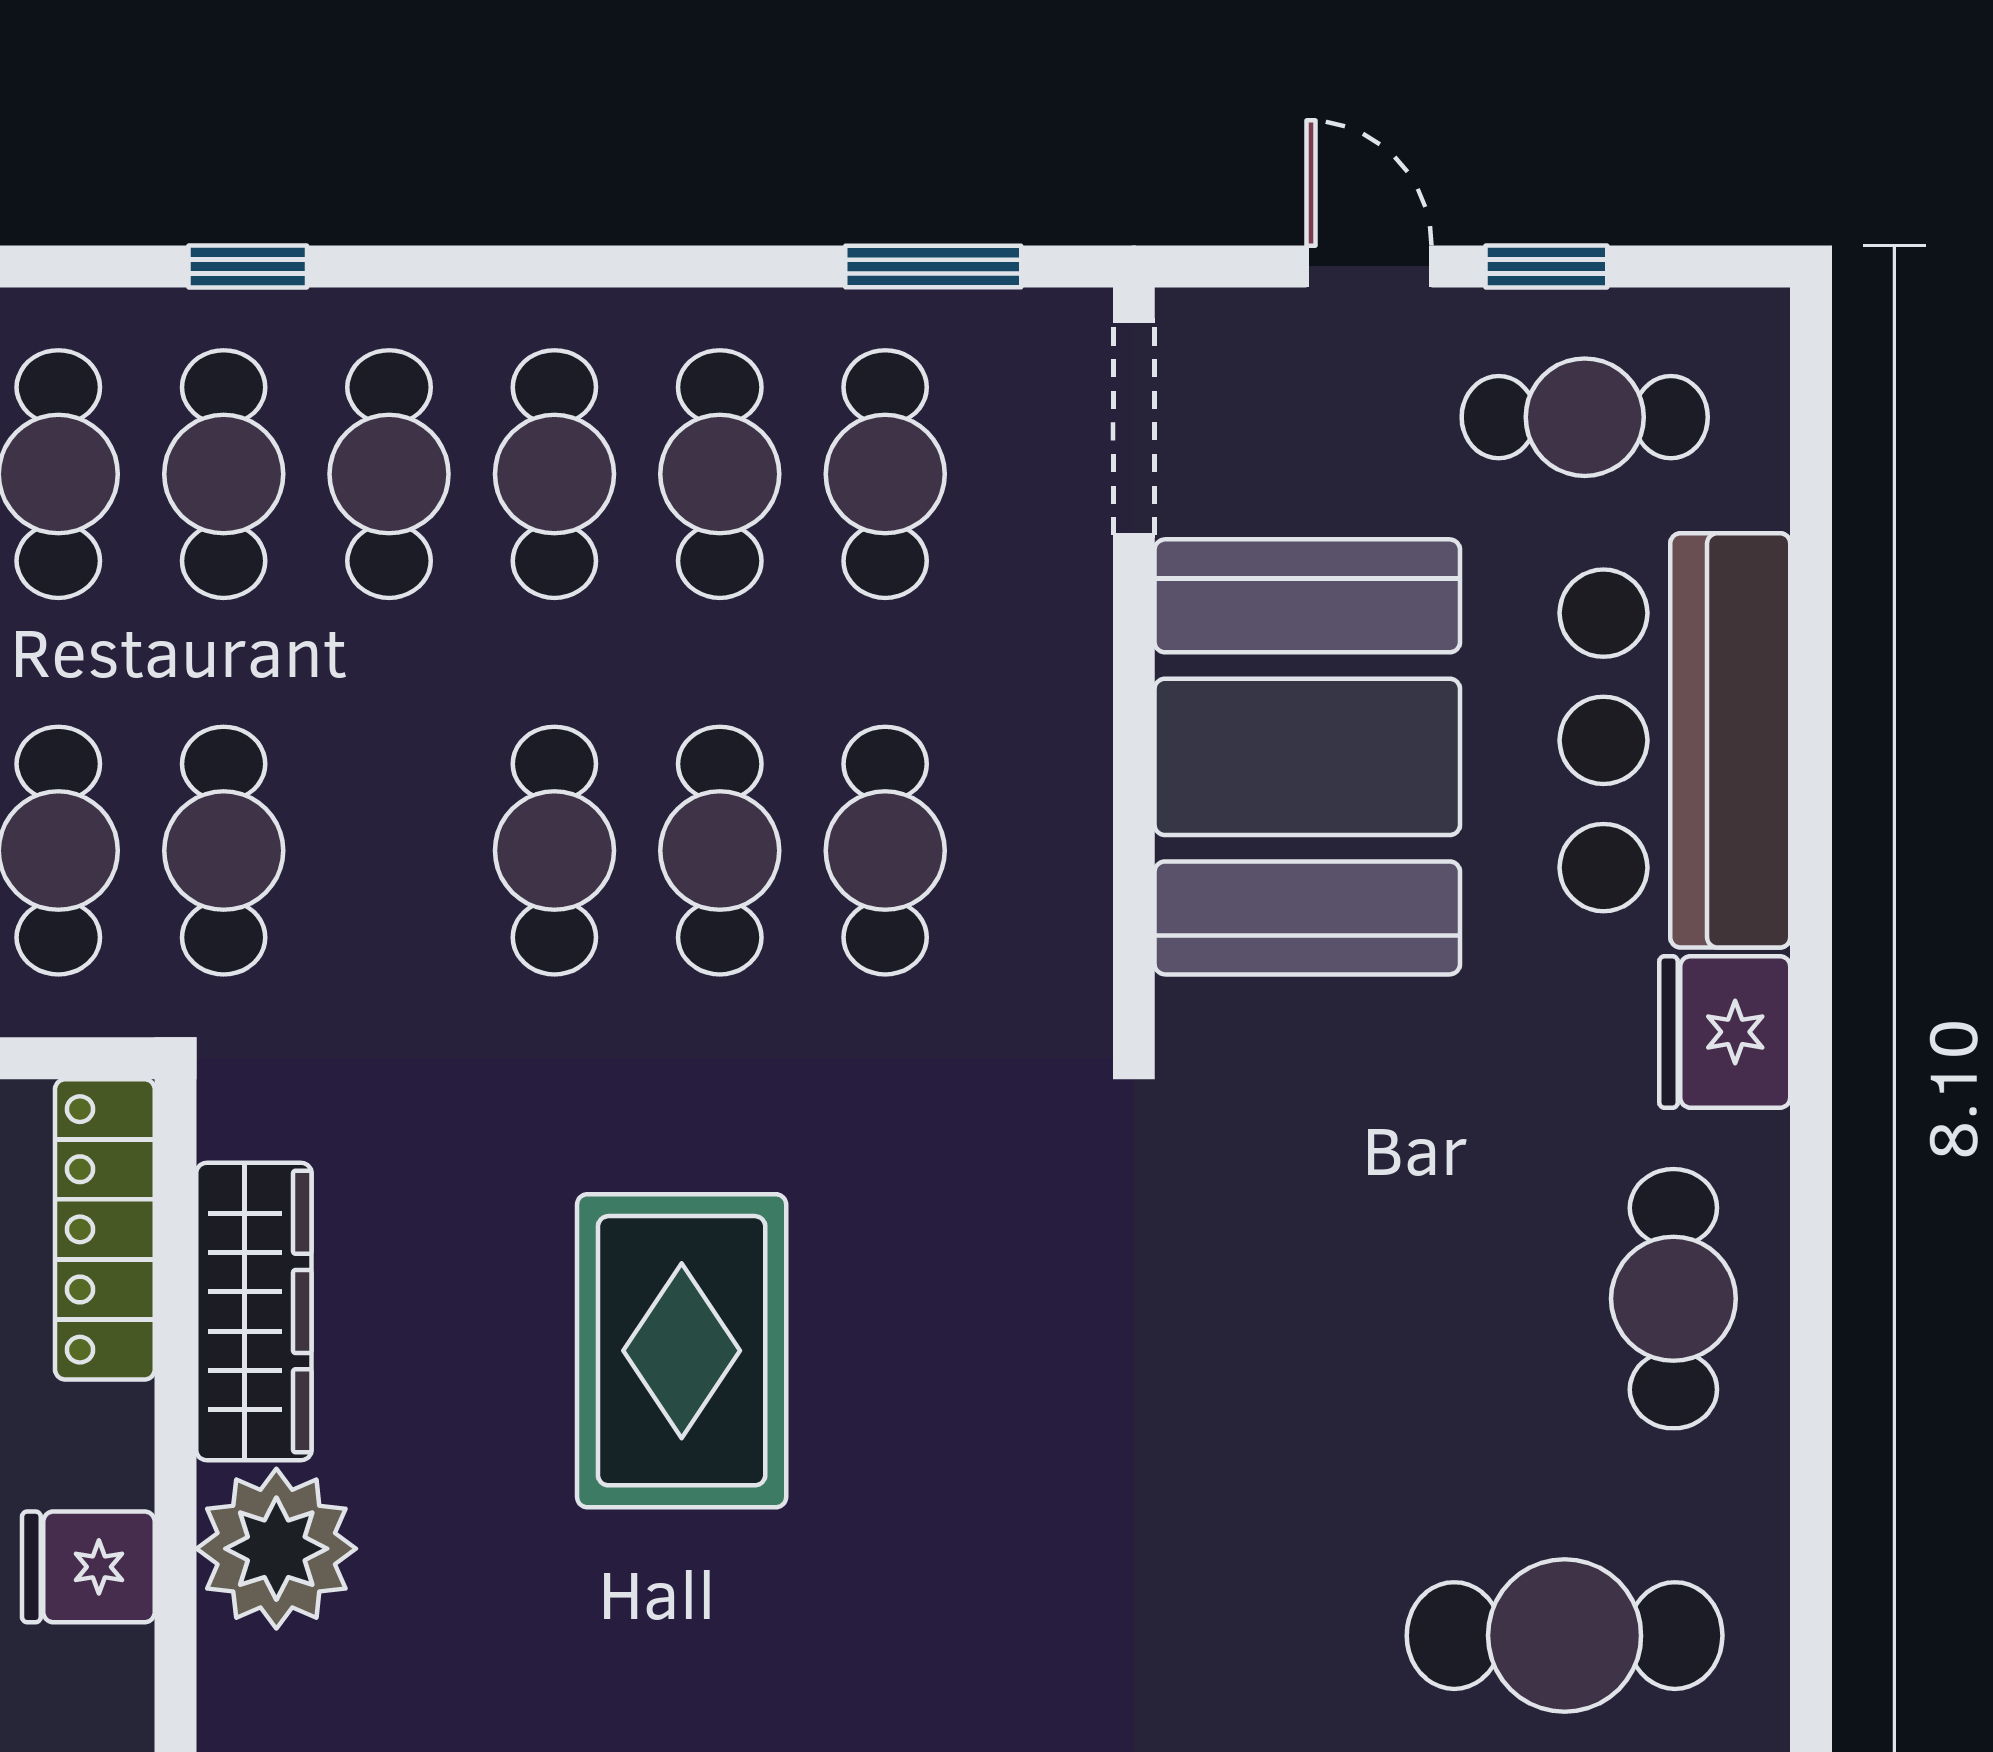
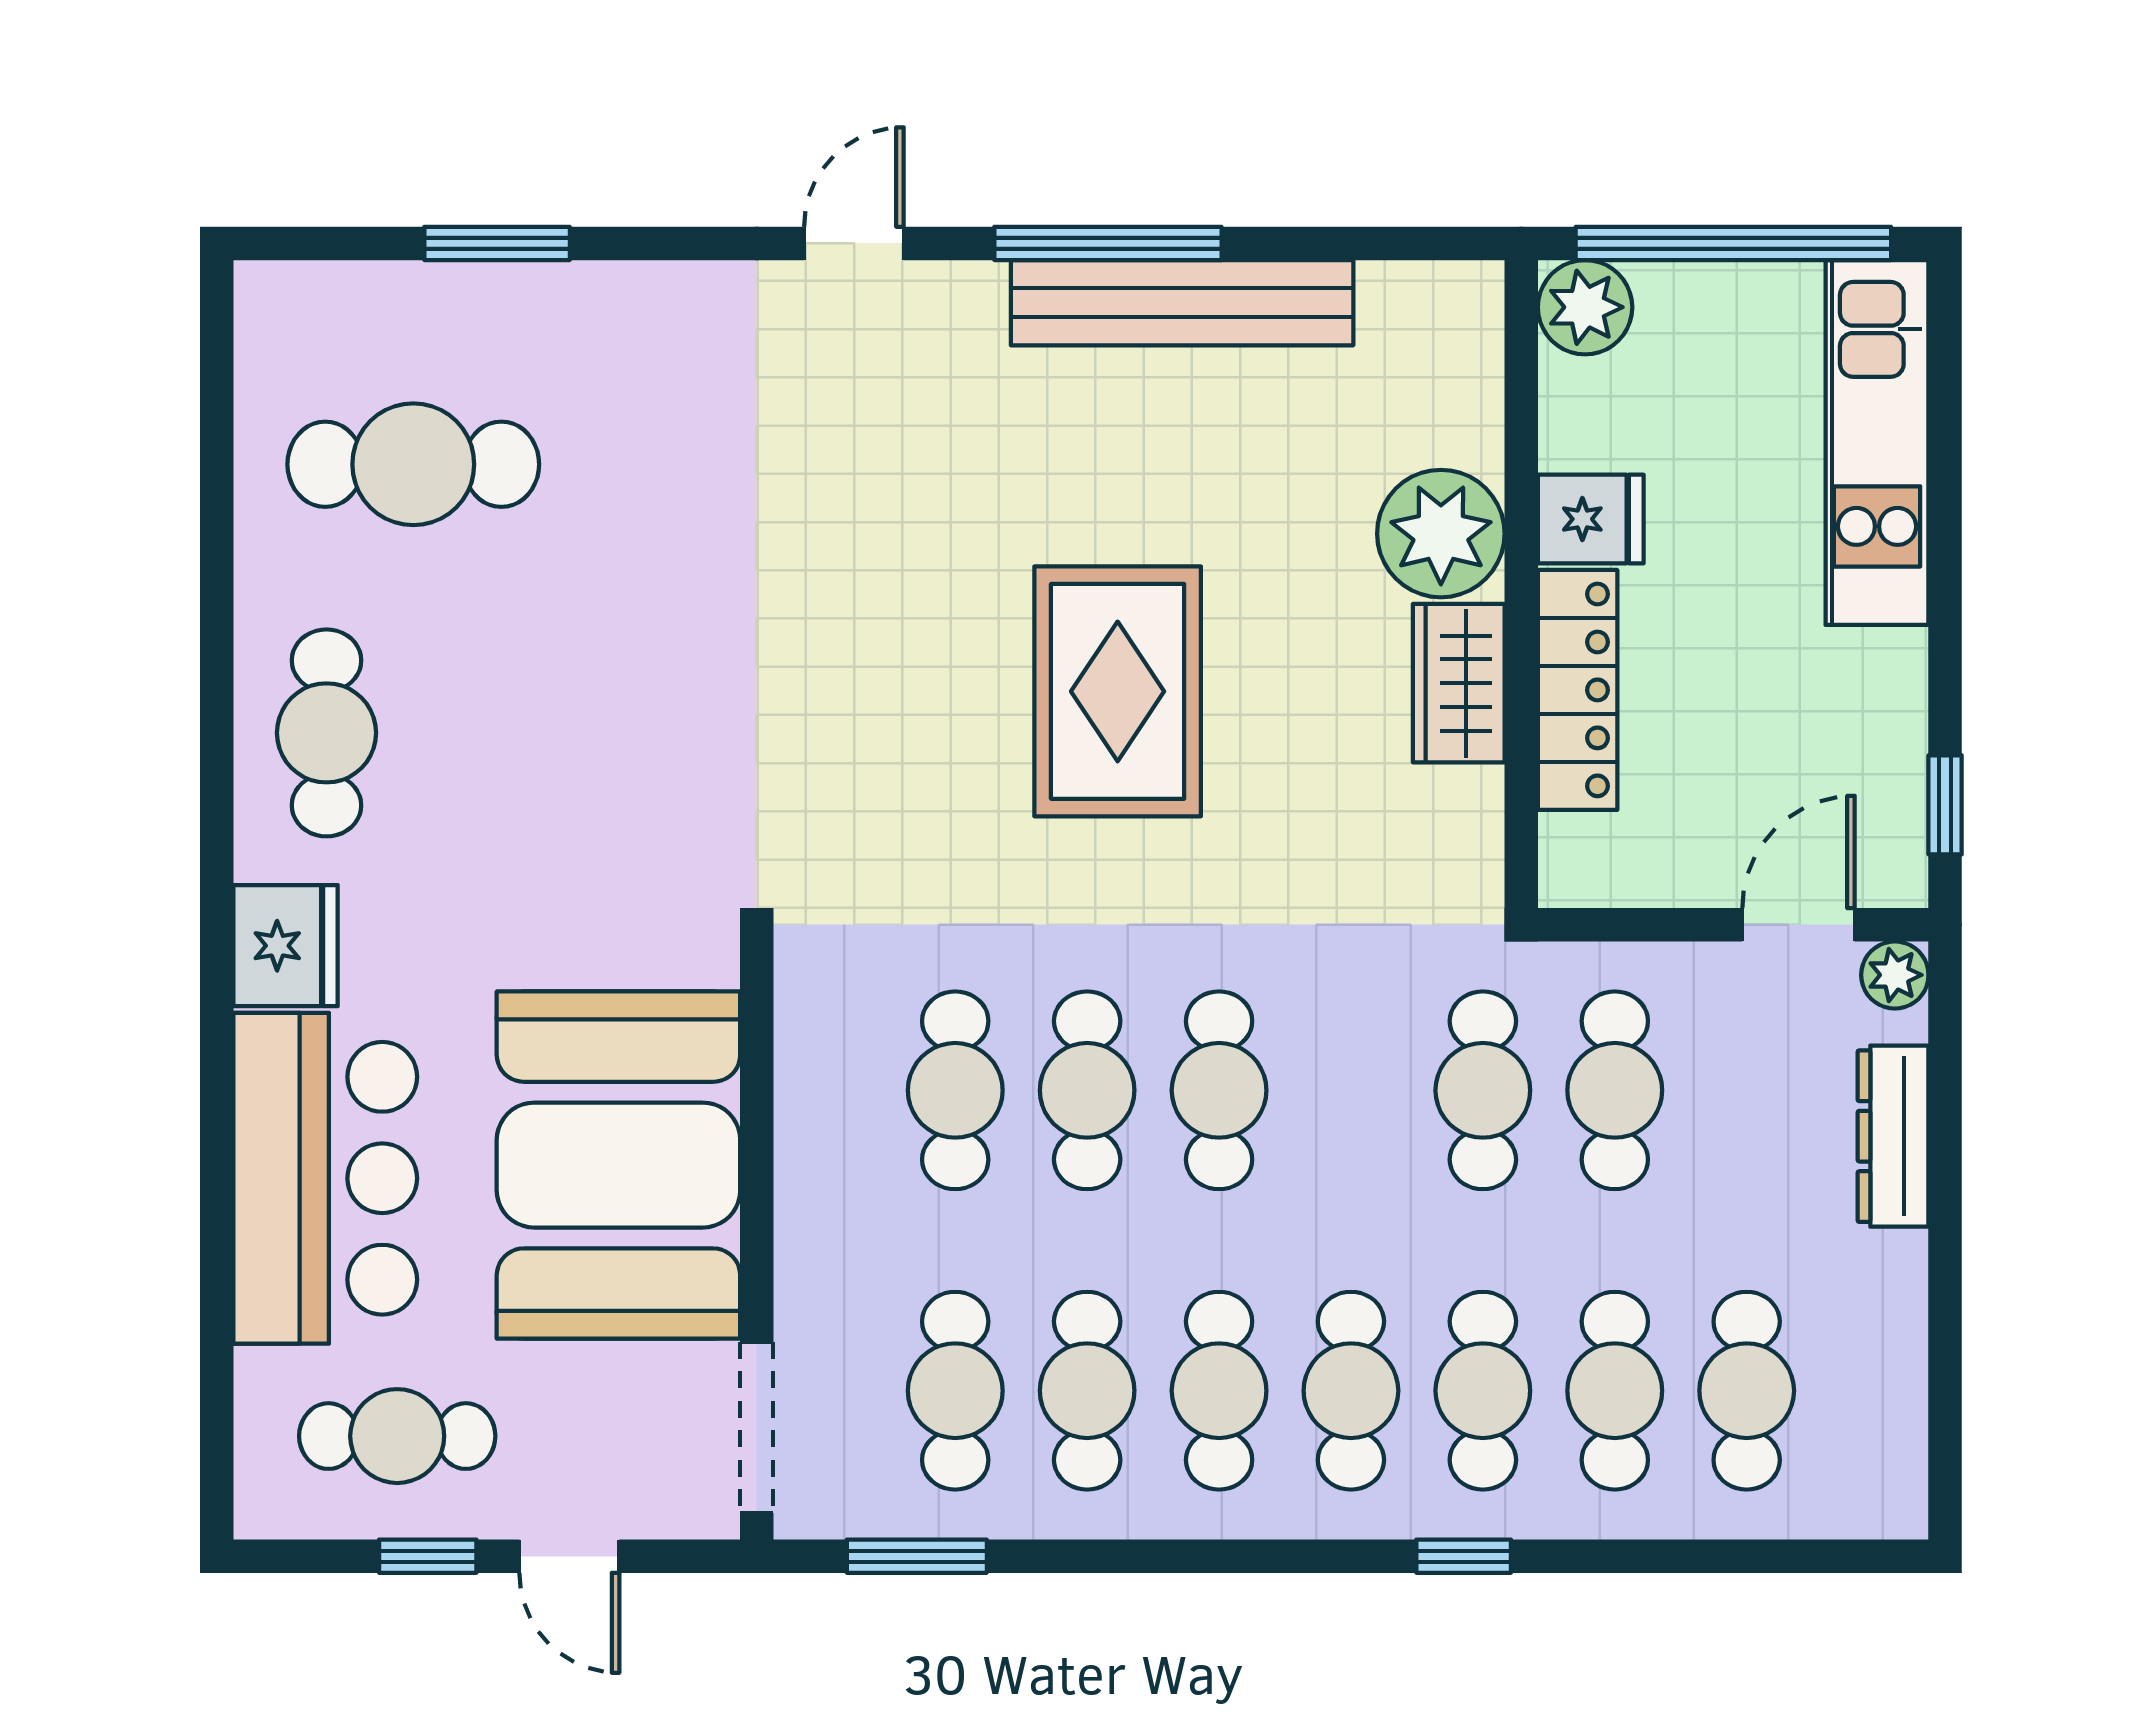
locker: (105, 1229) -> (1578, 690), moved
wardrobe: (254, 1312) -> (1459, 683), width x0.67

